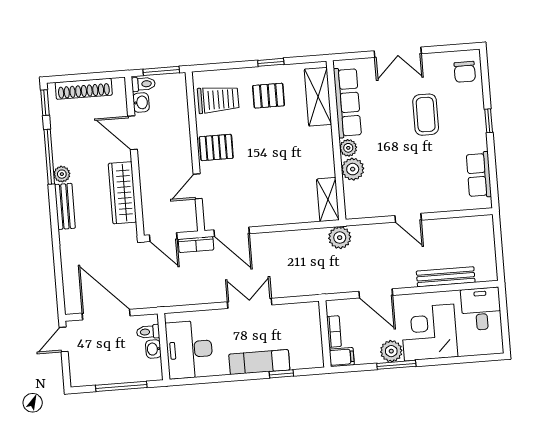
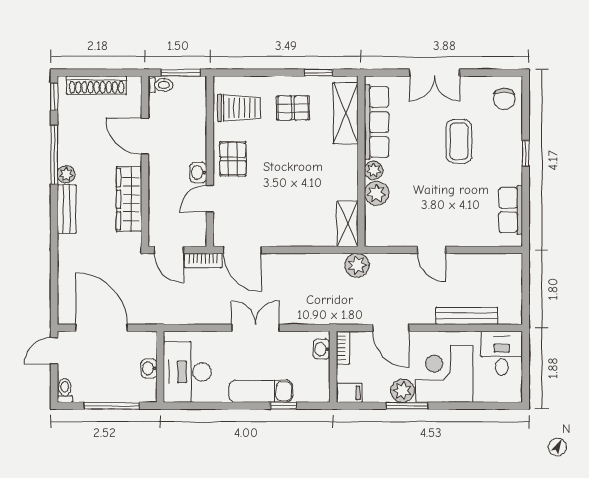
window: (271, 62) -> (319, 73), moved
washbasin: (141, 102) -> (198, 173), moved, turned 180
pallet: (216, 147) -> (233, 159), turned 90
washbasin: (313, 318) -> (322, 349), added
toilet: (148, 332) -> (65, 390), moved, turned 90
bookcase: (334, 332) -> (343, 348), moved

